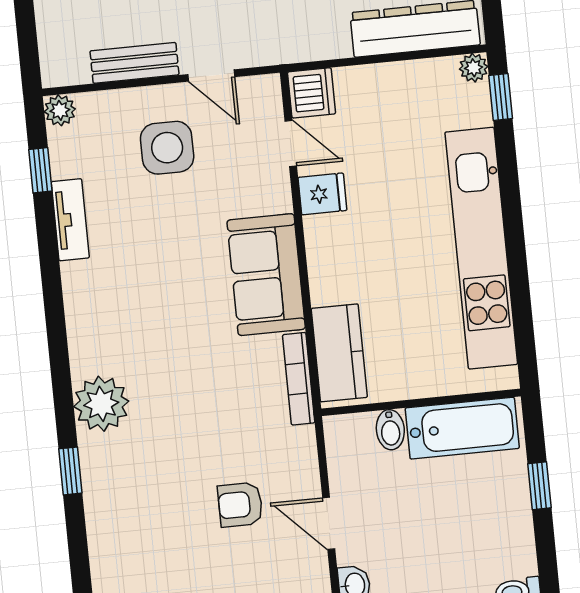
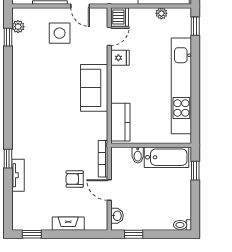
plant: (474, 68) -> (161, 13), moved
plant: (60, 110) -> (18, 27), moved
door: (291, 143) -> (109, 36), hinge flipped
tv unit: (70, 220) -> (18, 175), moved
bookcase: (299, 379) -> (103, 159), moved
plant: (101, 404) -> (23, 133), removed
window: (539, 486) -> (195, 171), moved

